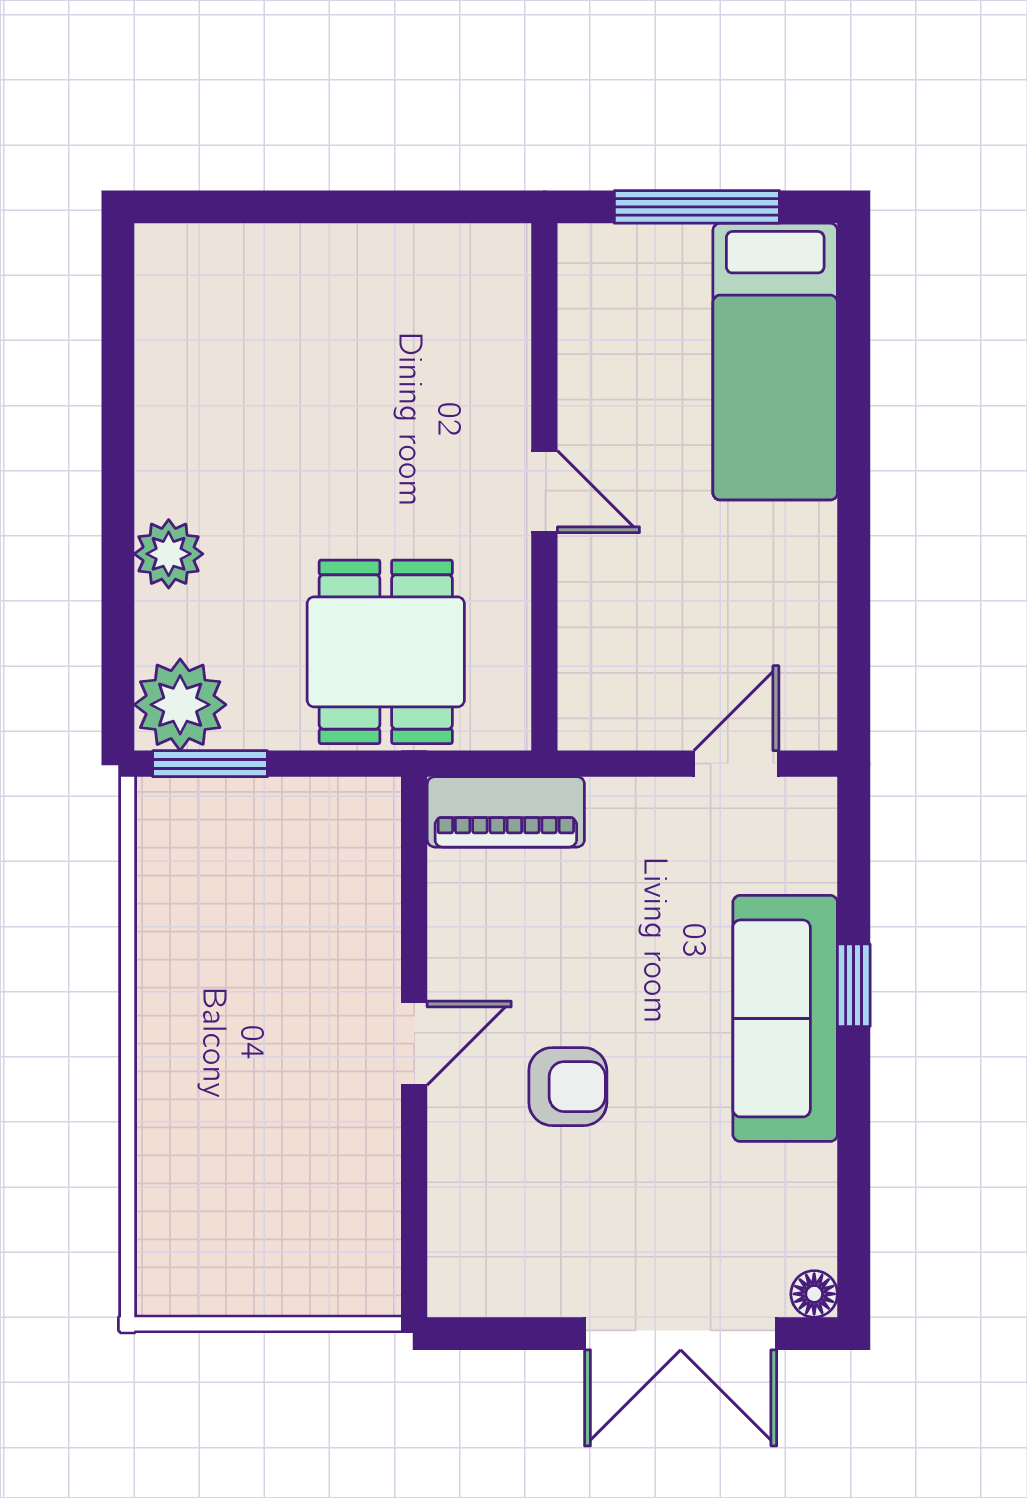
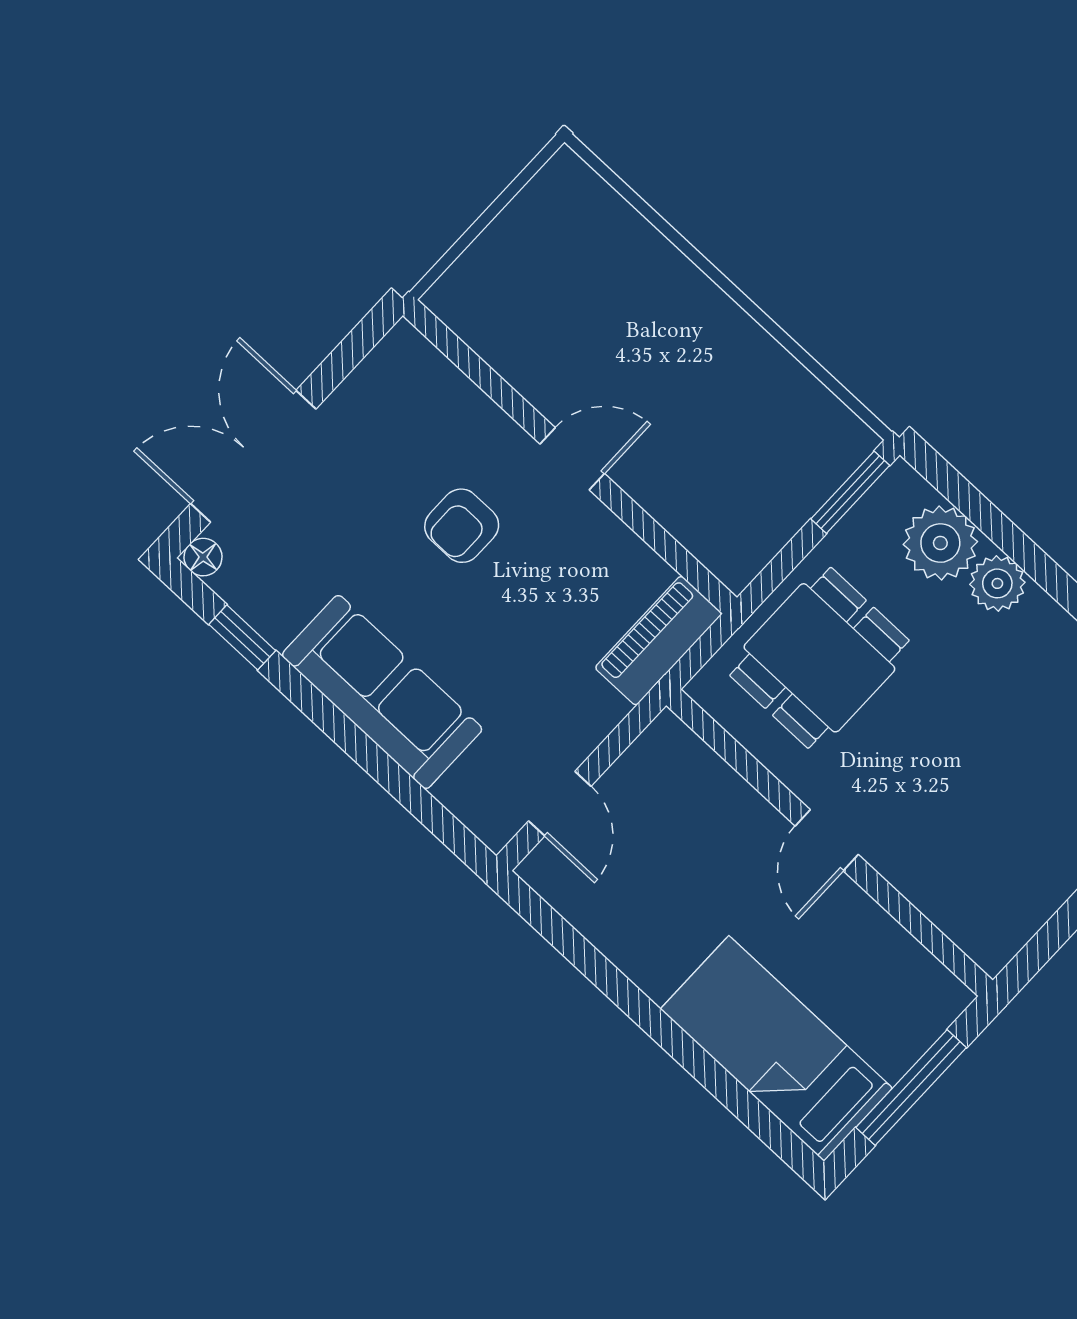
door: (544, 492) -> (827, 840), hinge flipped
dining table: (386, 652) -> (819, 658), turned 90
plant: (180, 705) -> (940, 543), moved
window: (854, 985) -> (242, 637), moved
door: (414, 1043) -> (572, 459), swing flipped

